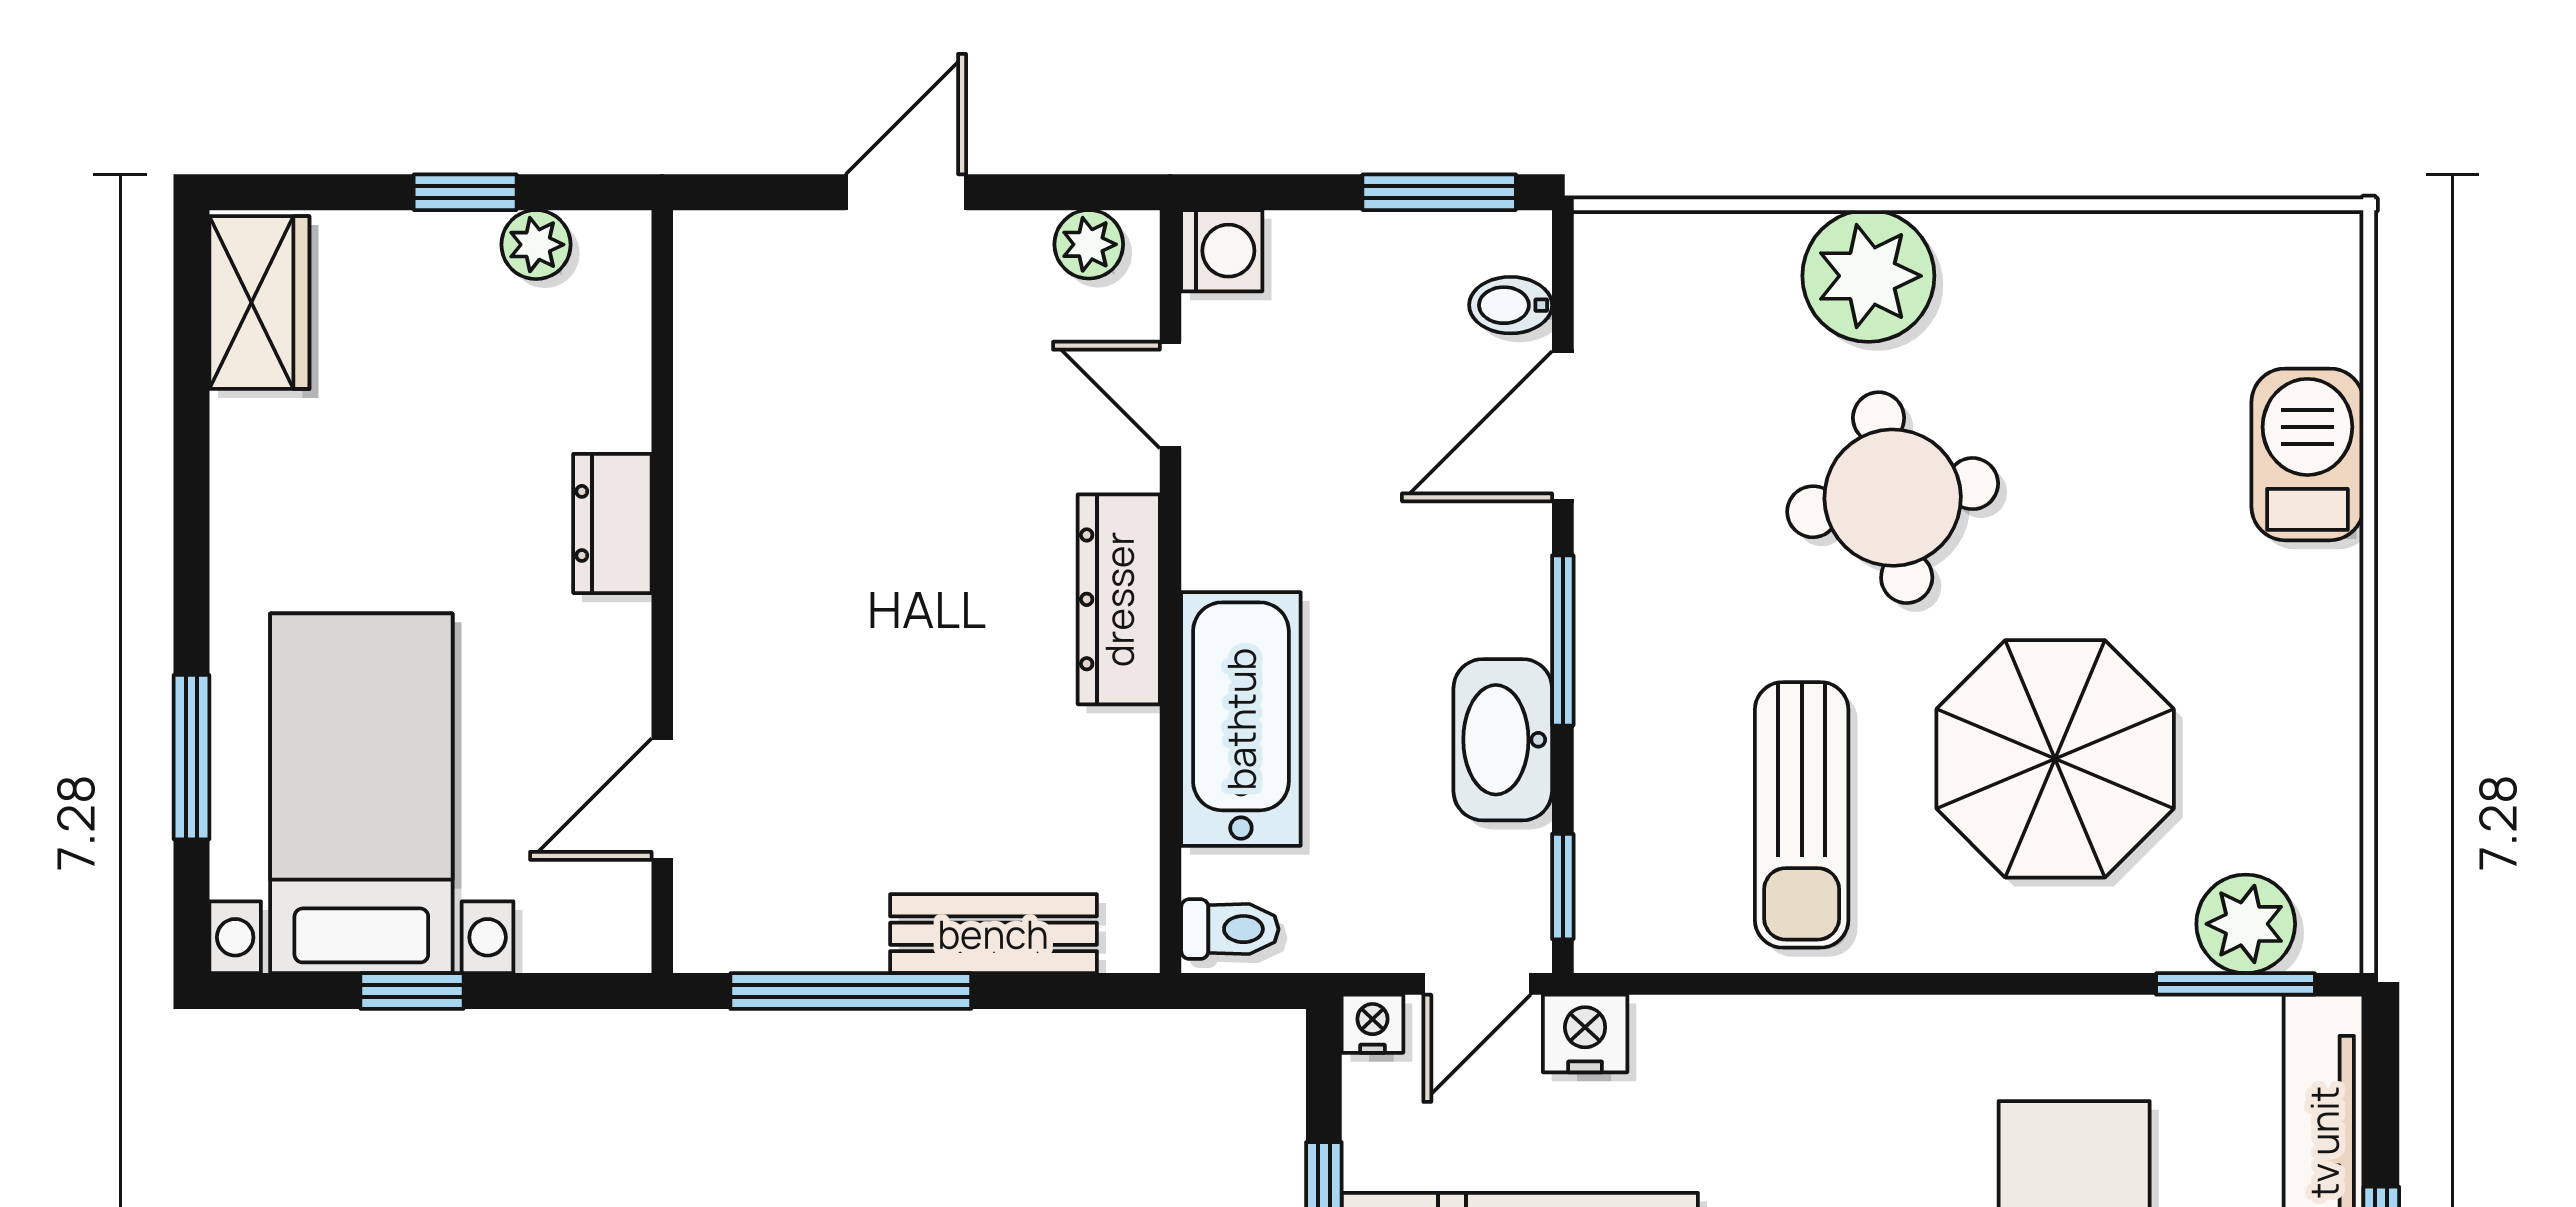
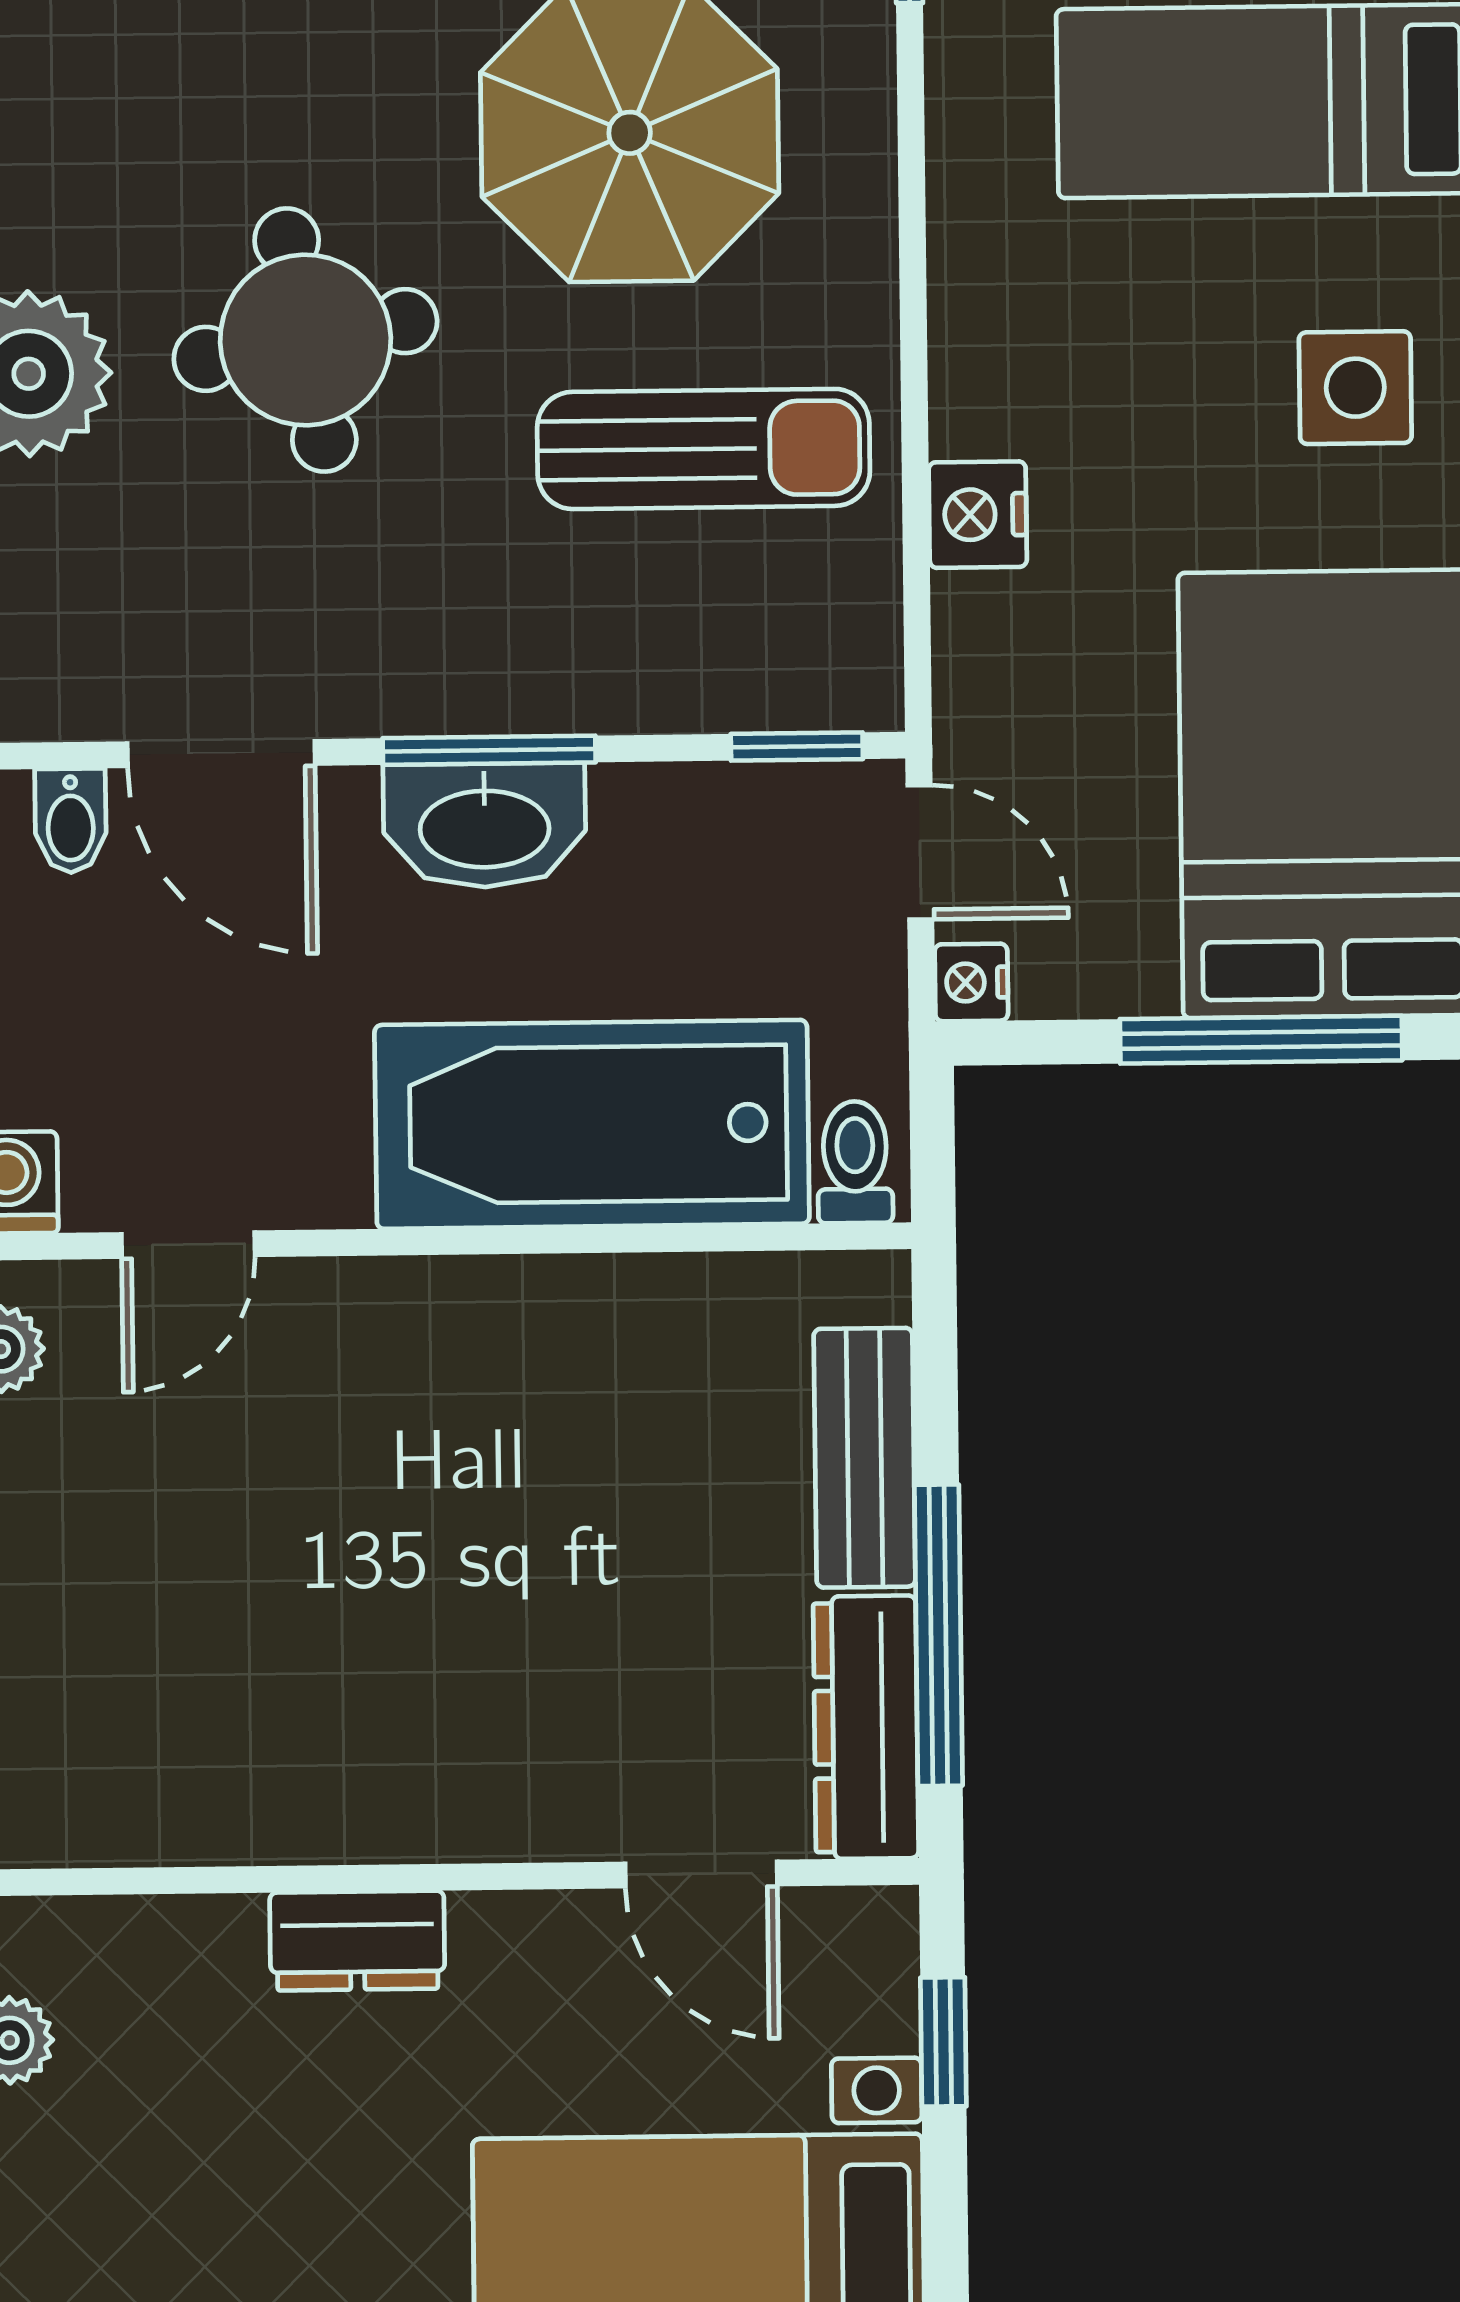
dresser: (1119, 599) -> (866, 1727), moved, turned 90
bathtub: (1241, 719) -> (592, 1124), width x1.36, depth x1.36
washbasin: (1503, 740) -> (485, 825), moved
window: (412, 991) -> (943, 2042), moved
nightstand: (1585, 1033) -> (978, 515), moved

